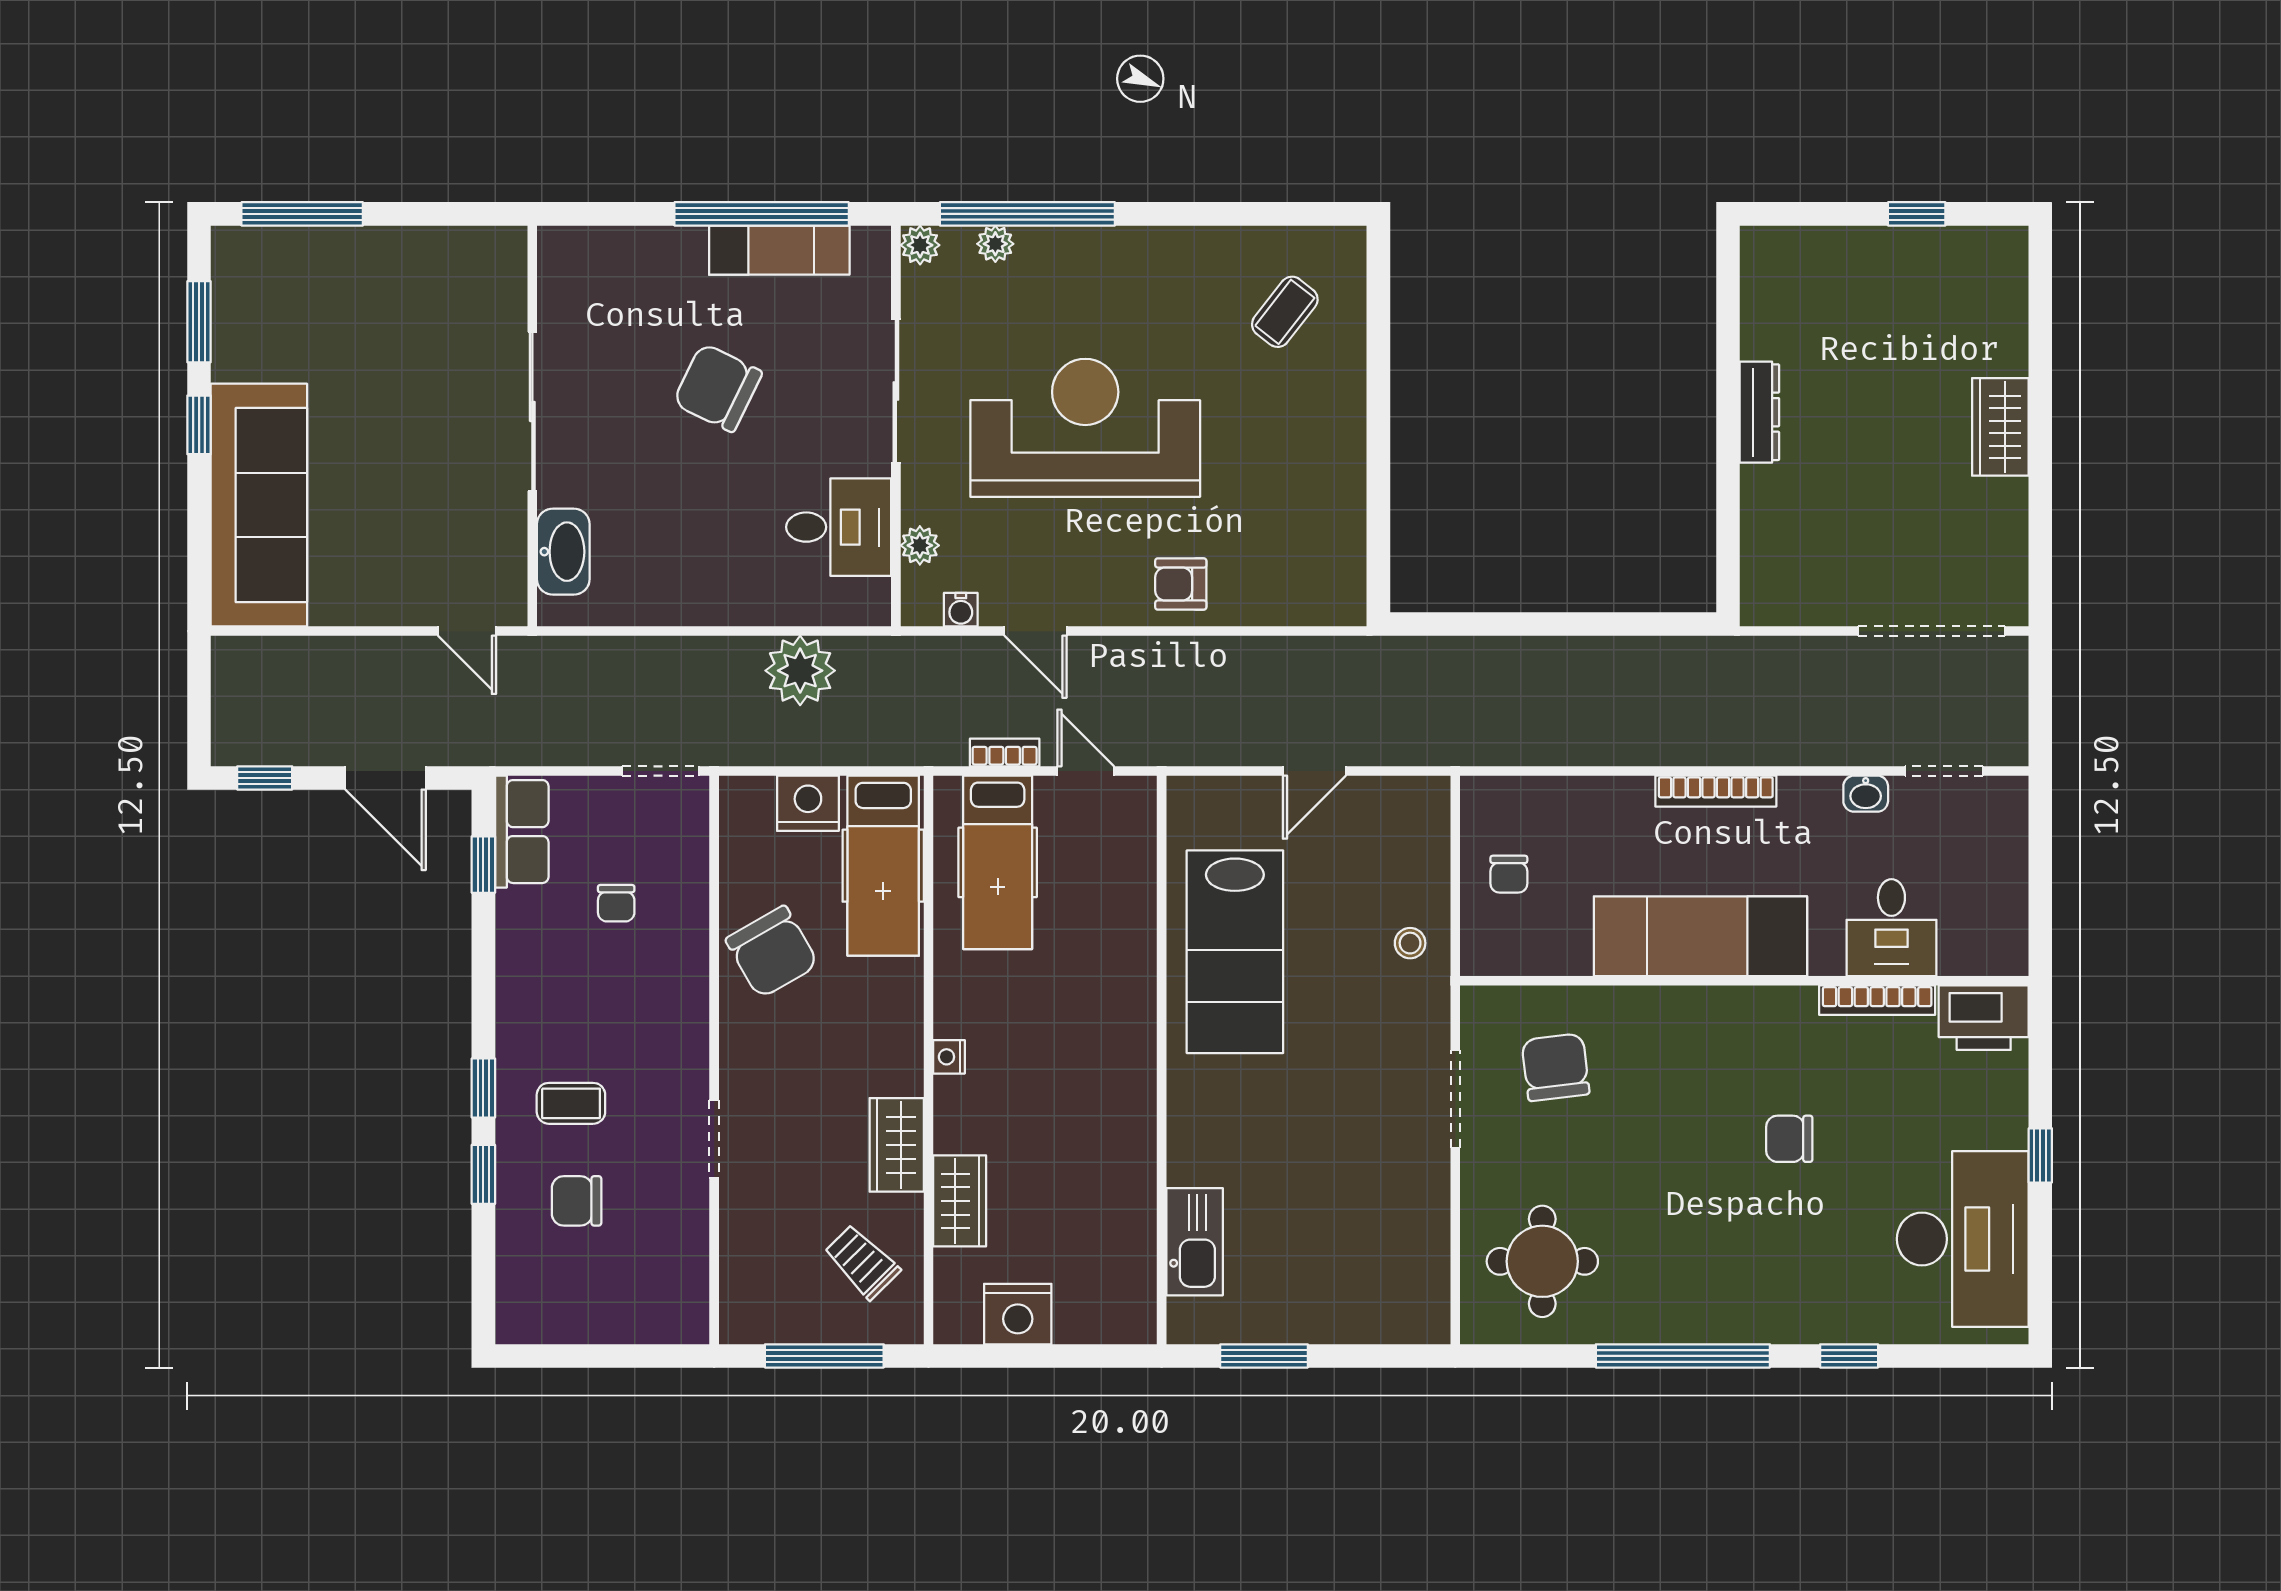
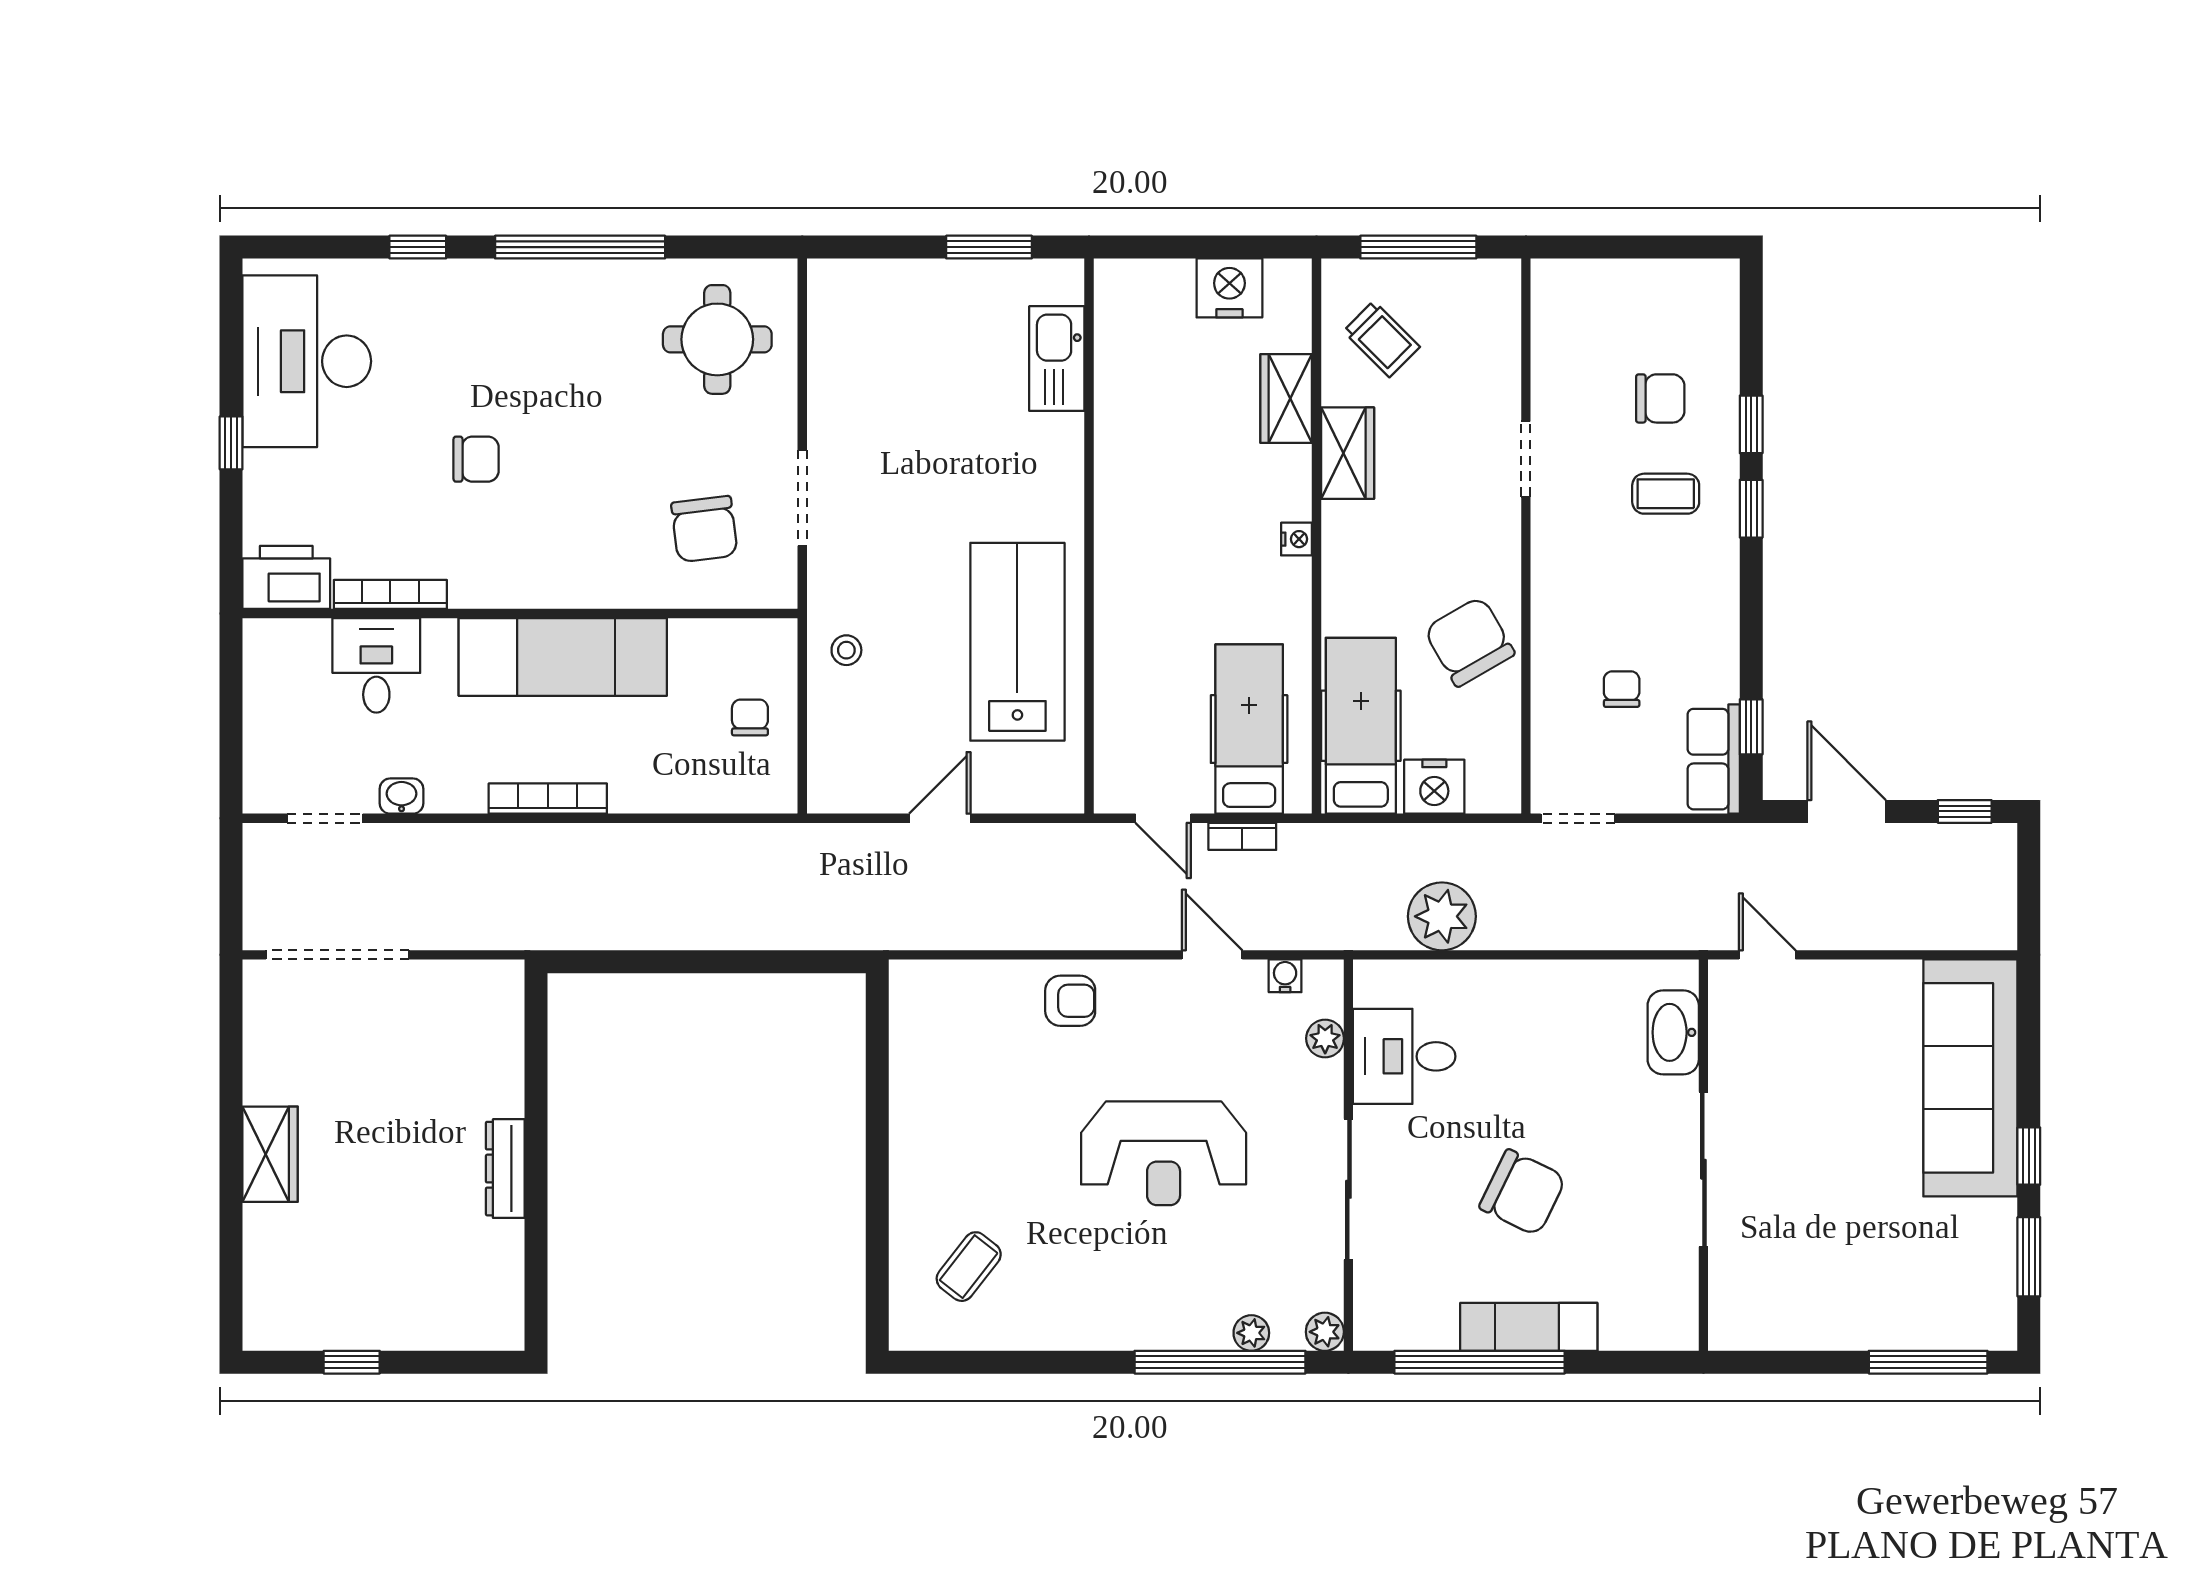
exam couch: (779, 250) -> (1529, 1327), moved
reception desk: (1085, 428) -> (1164, 1153), width x0.74, depth x0.77

